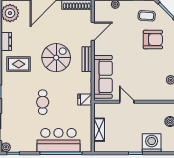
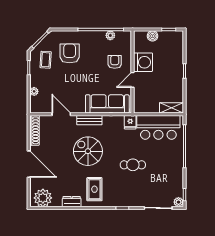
armchair: (144, 84) -> (115, 62), added
shelving: (99, 130) -> (172, 108), moved
bar counter: (58, 140) -> (158, 127), moved, turned -90
washing machine: (152, 143) -> (143, 62), moved, turned 180

